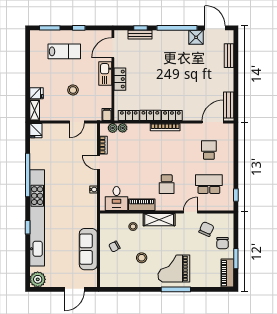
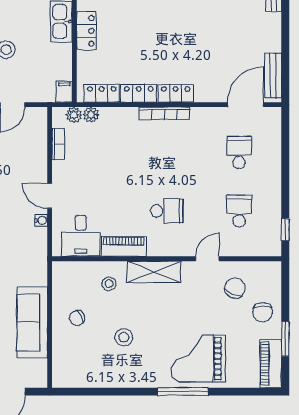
door: (98, 162) -> (50, 196), moved
school desk: (167, 184) -> (167, 211), turned -90
school desk: (209, 184) -> (239, 211), width x0.54
grand piano: (174, 268) -> (198, 359), moved

